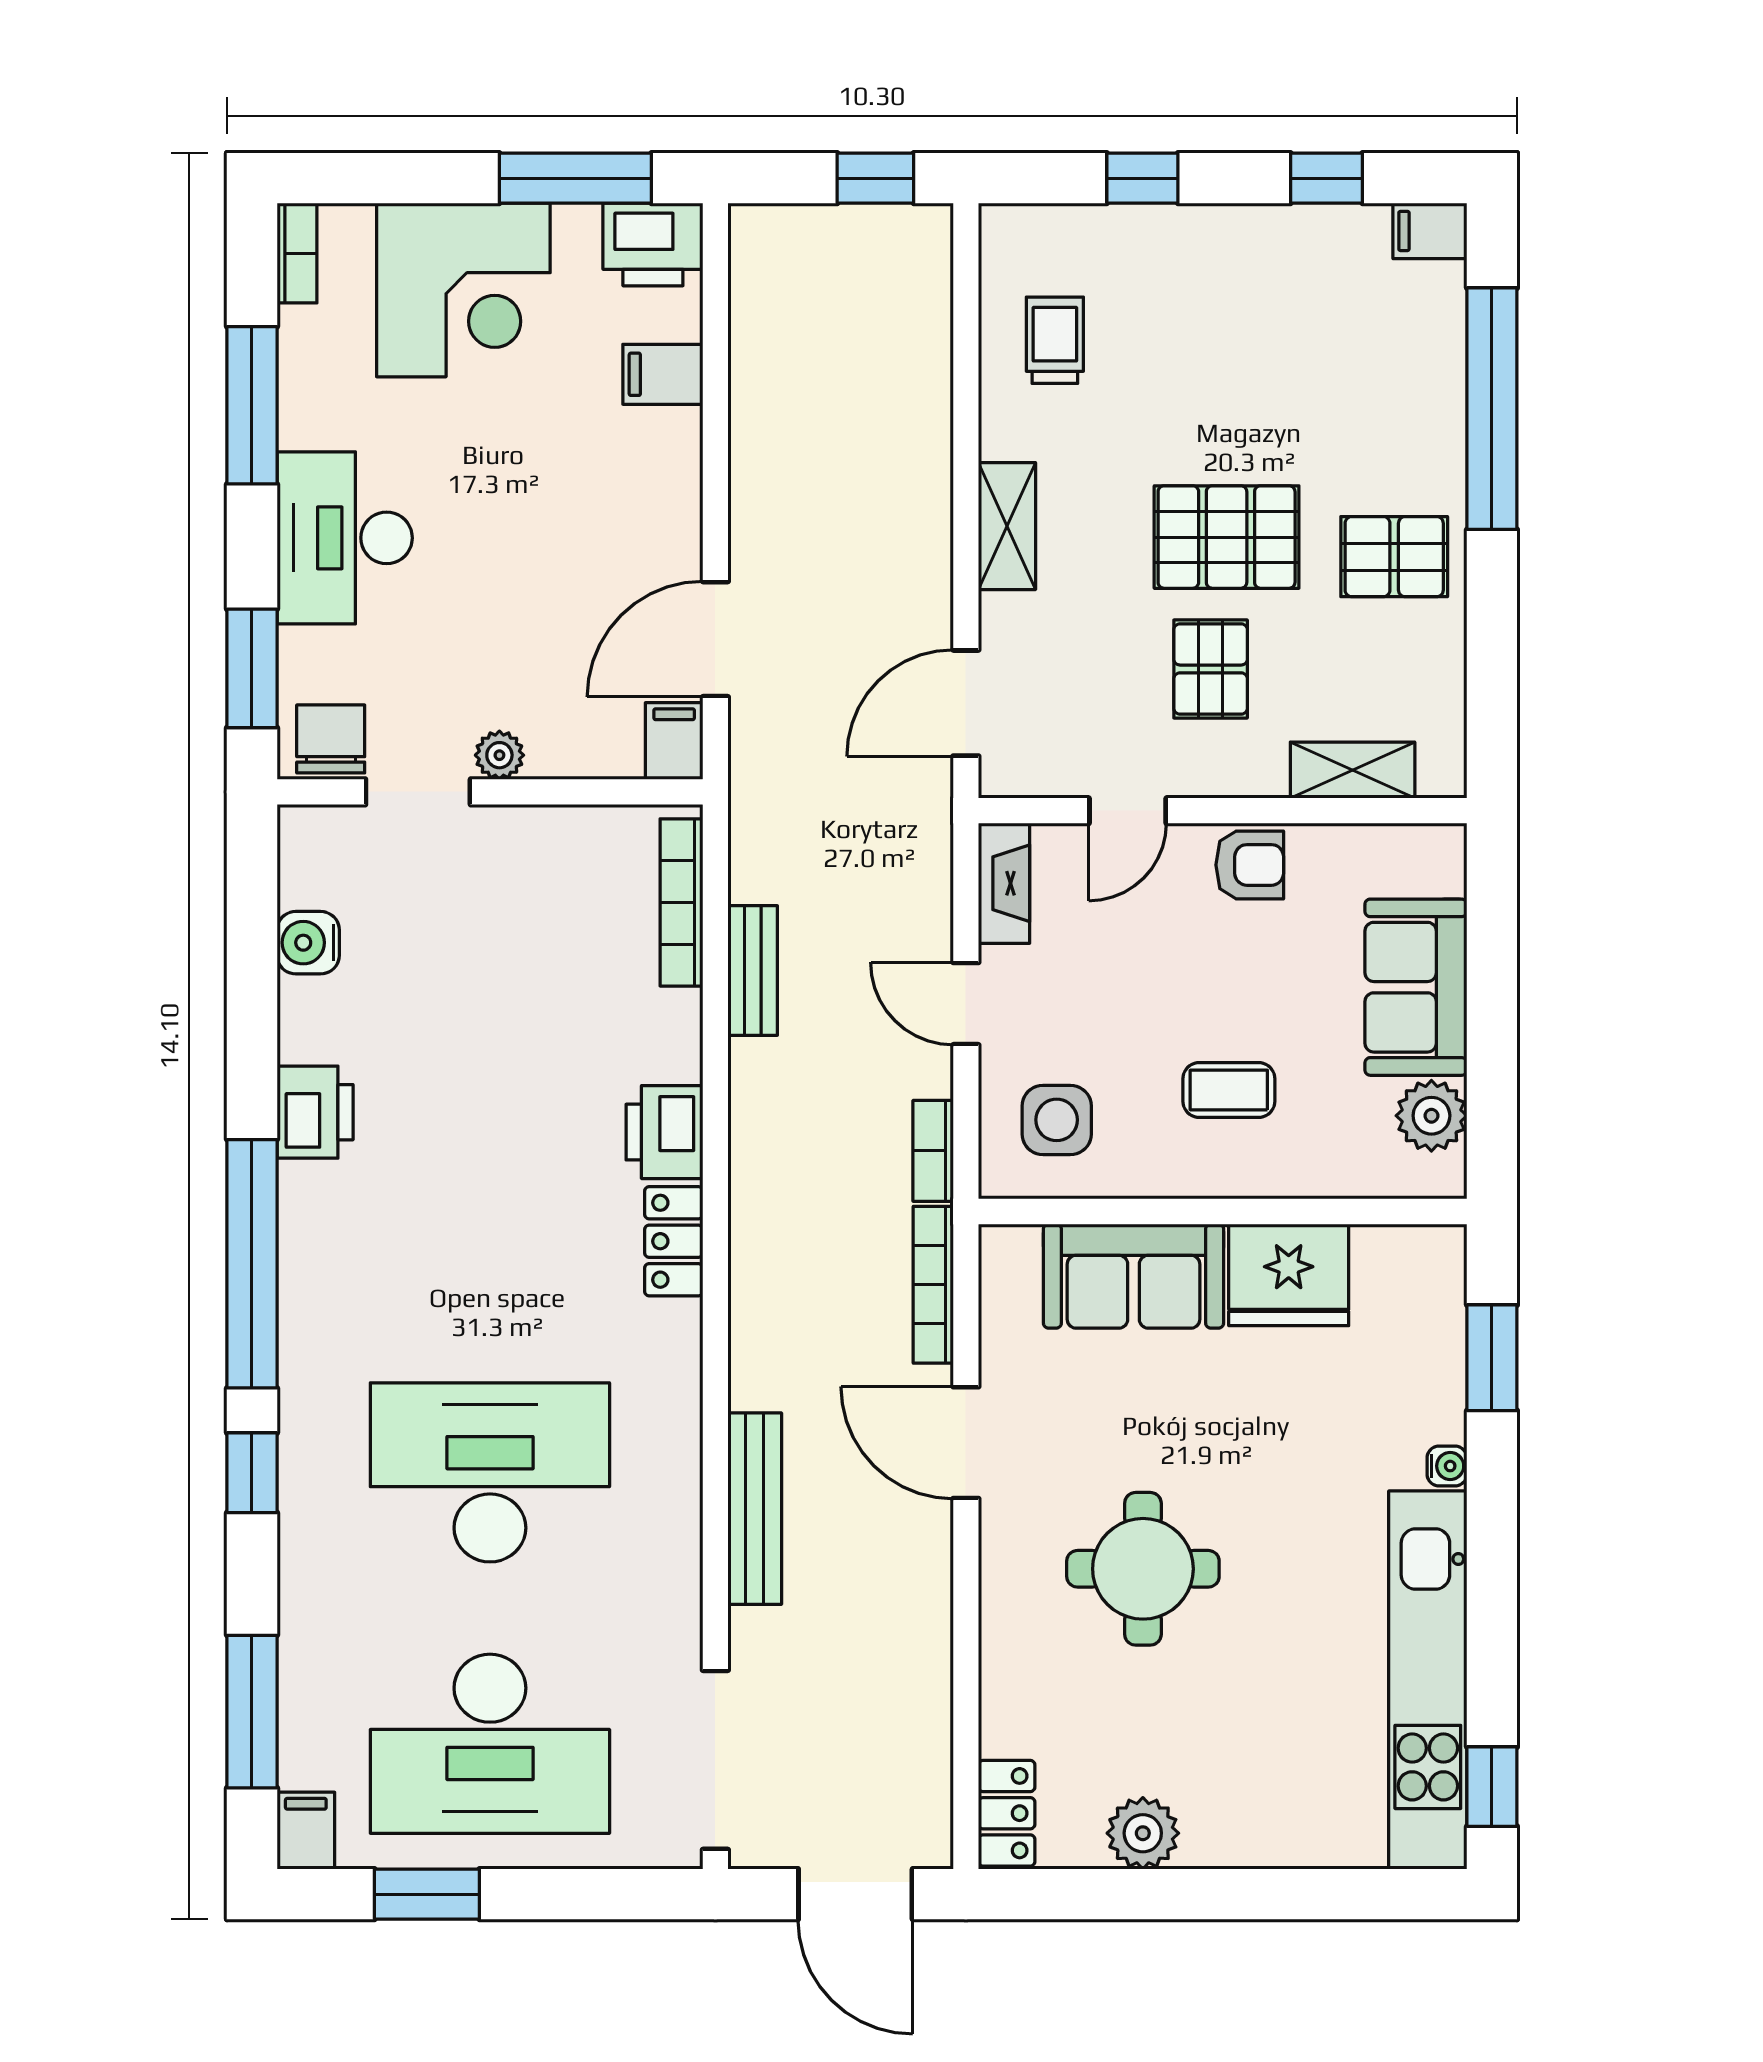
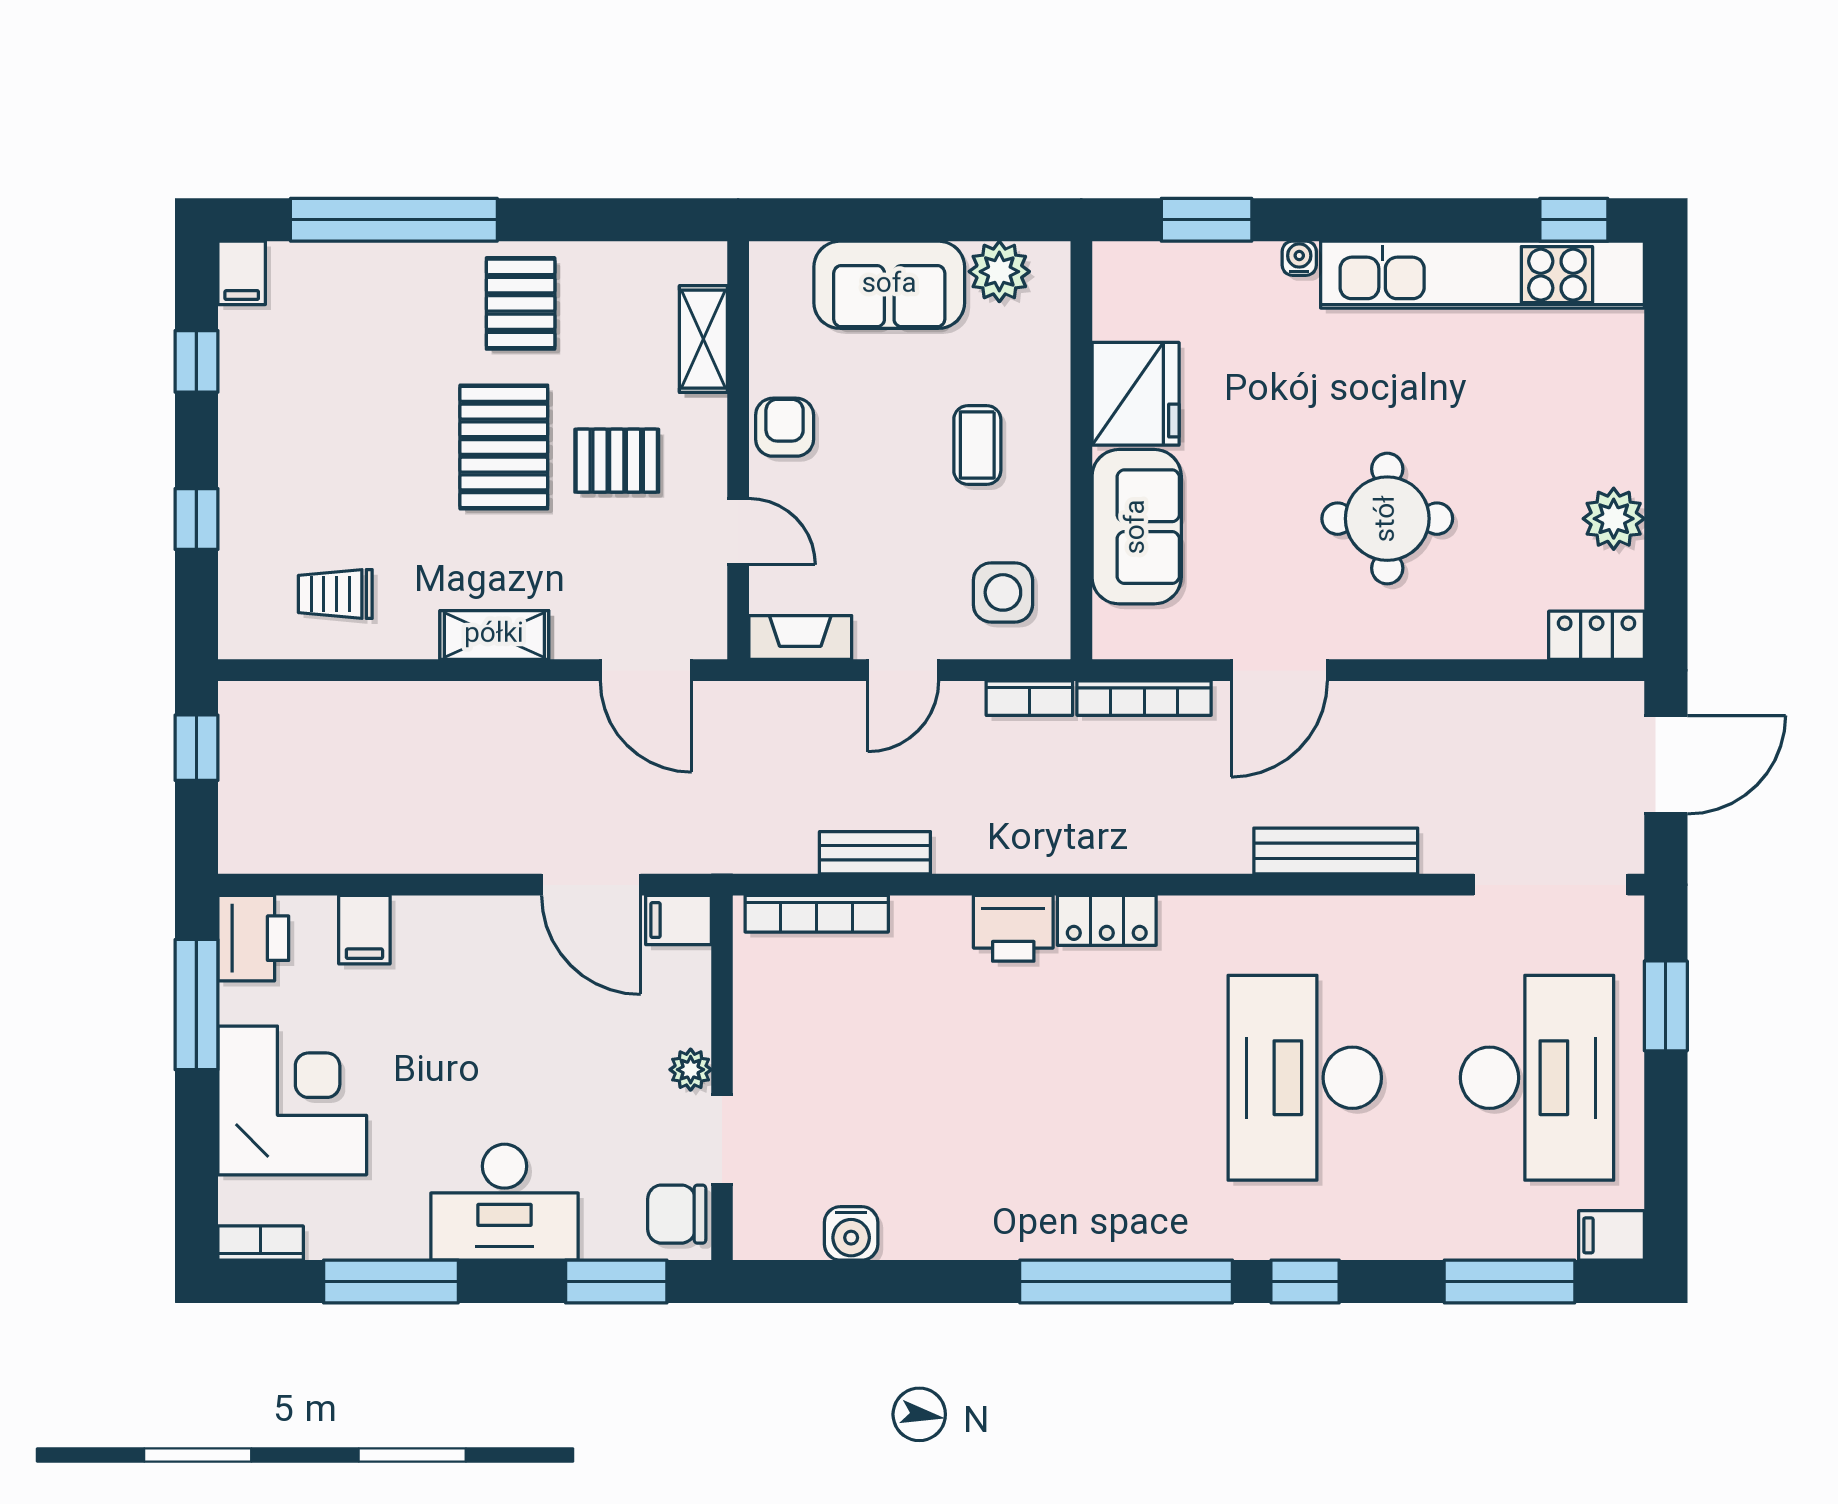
printer: (315, 1112) -> (996, 1227), removed
window: (427, 1894) -> (1666, 1006), moved

